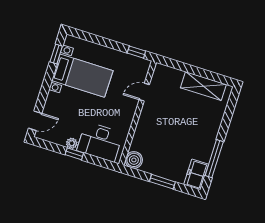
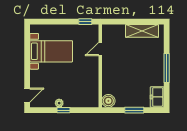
window: (56, 54) -> (27, 42), removed
desk: (100, 142) -> (79, 95), removed
window: (214, 159) -> (167, 68), moved

